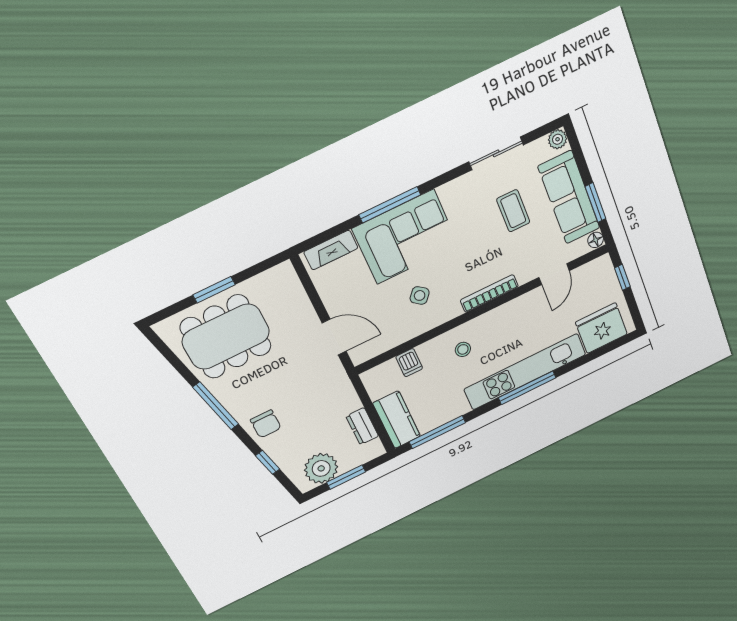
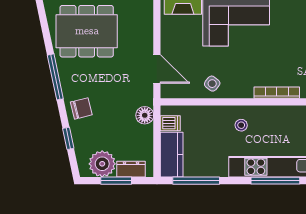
side table: (420, 295) -> (212, 84), moved
dishwasher: (409, 363) -> (170, 123), moved, turned -90
floor lamp: (345, 394) -> (145, 115), added
chair: (266, 424) -> (81, 108), turned -104
dresser: (362, 426) -> (131, 169), moved, turned 90

